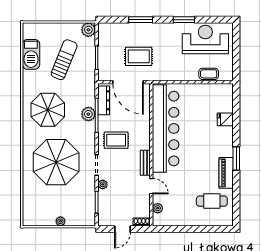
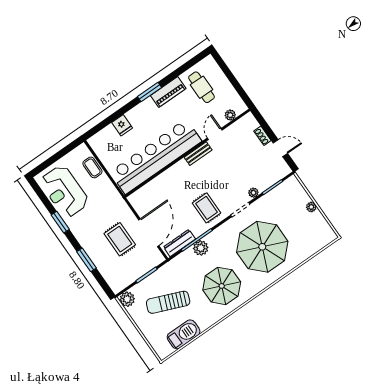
bar counter: (166, 128) -> (156, 157), moved
wall: (151, 155) -> (187, 153), moved
bench: (145, 163) -> (198, 154), moved
door: (151, 186) -> (215, 134), moved
plant: (158, 208) -> (230, 115), moved

